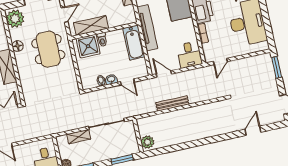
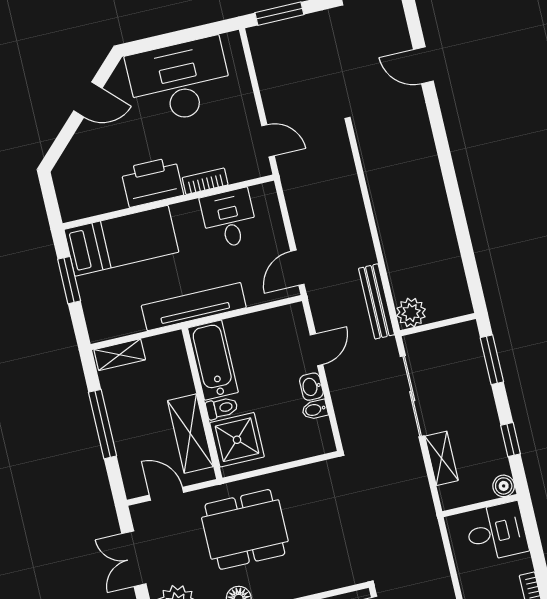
bathtub: (134, 43) -> (213, 360), moved, turned -90
desk: (189, 55) -> (229, 219), moved, turned -90
bench: (172, 103) -> (376, 301), moved
plant: (147, 142) -> (411, 313), moved

